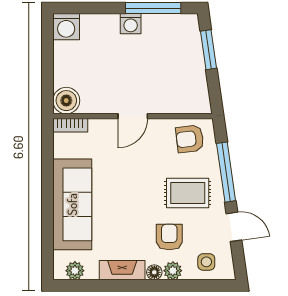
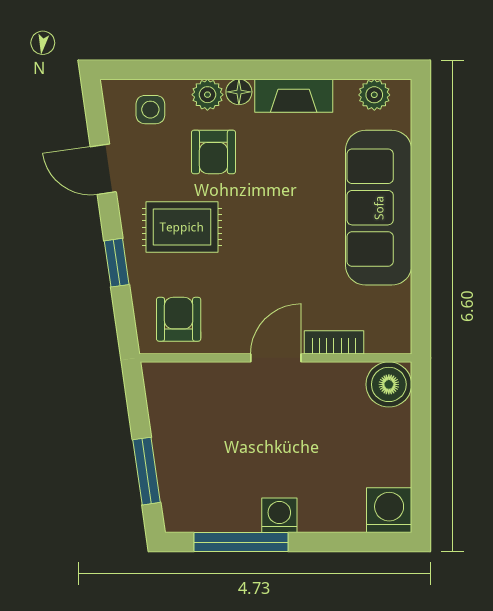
bookcase: (70, 125) -> (334, 342), moved
armchair: (190, 139) -> (179, 319), turned -83
window: (226, 172) -> (117, 263), width x0.46

